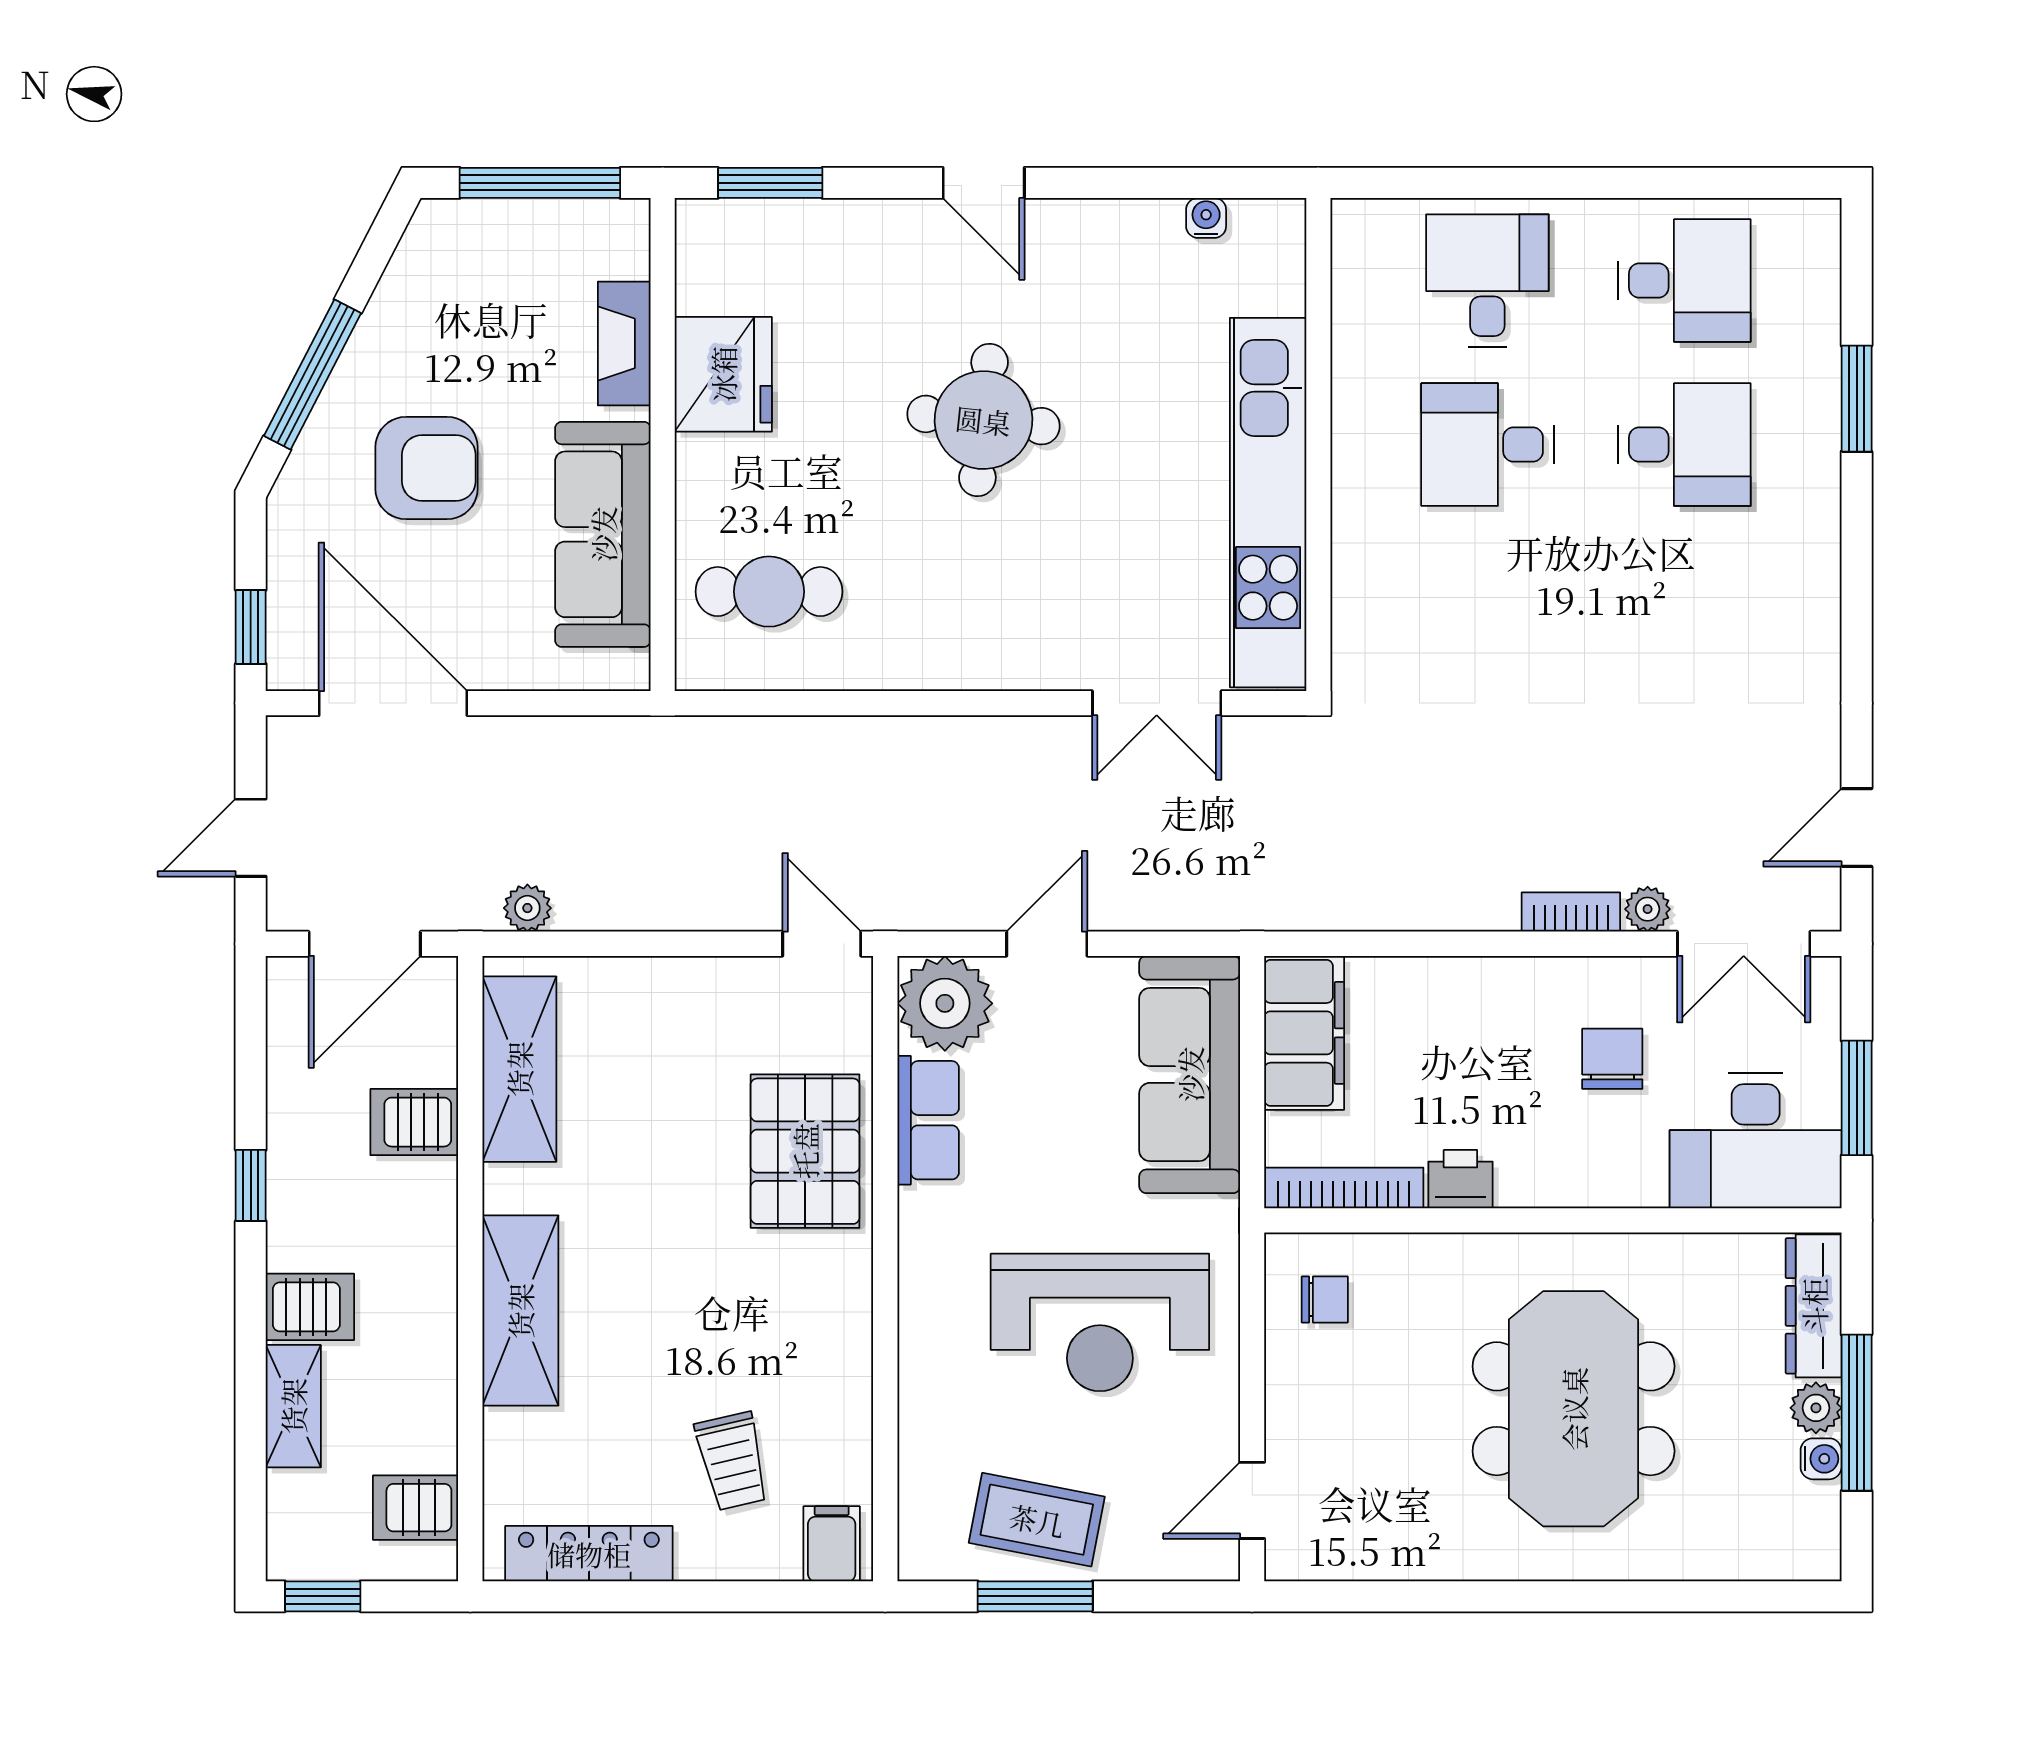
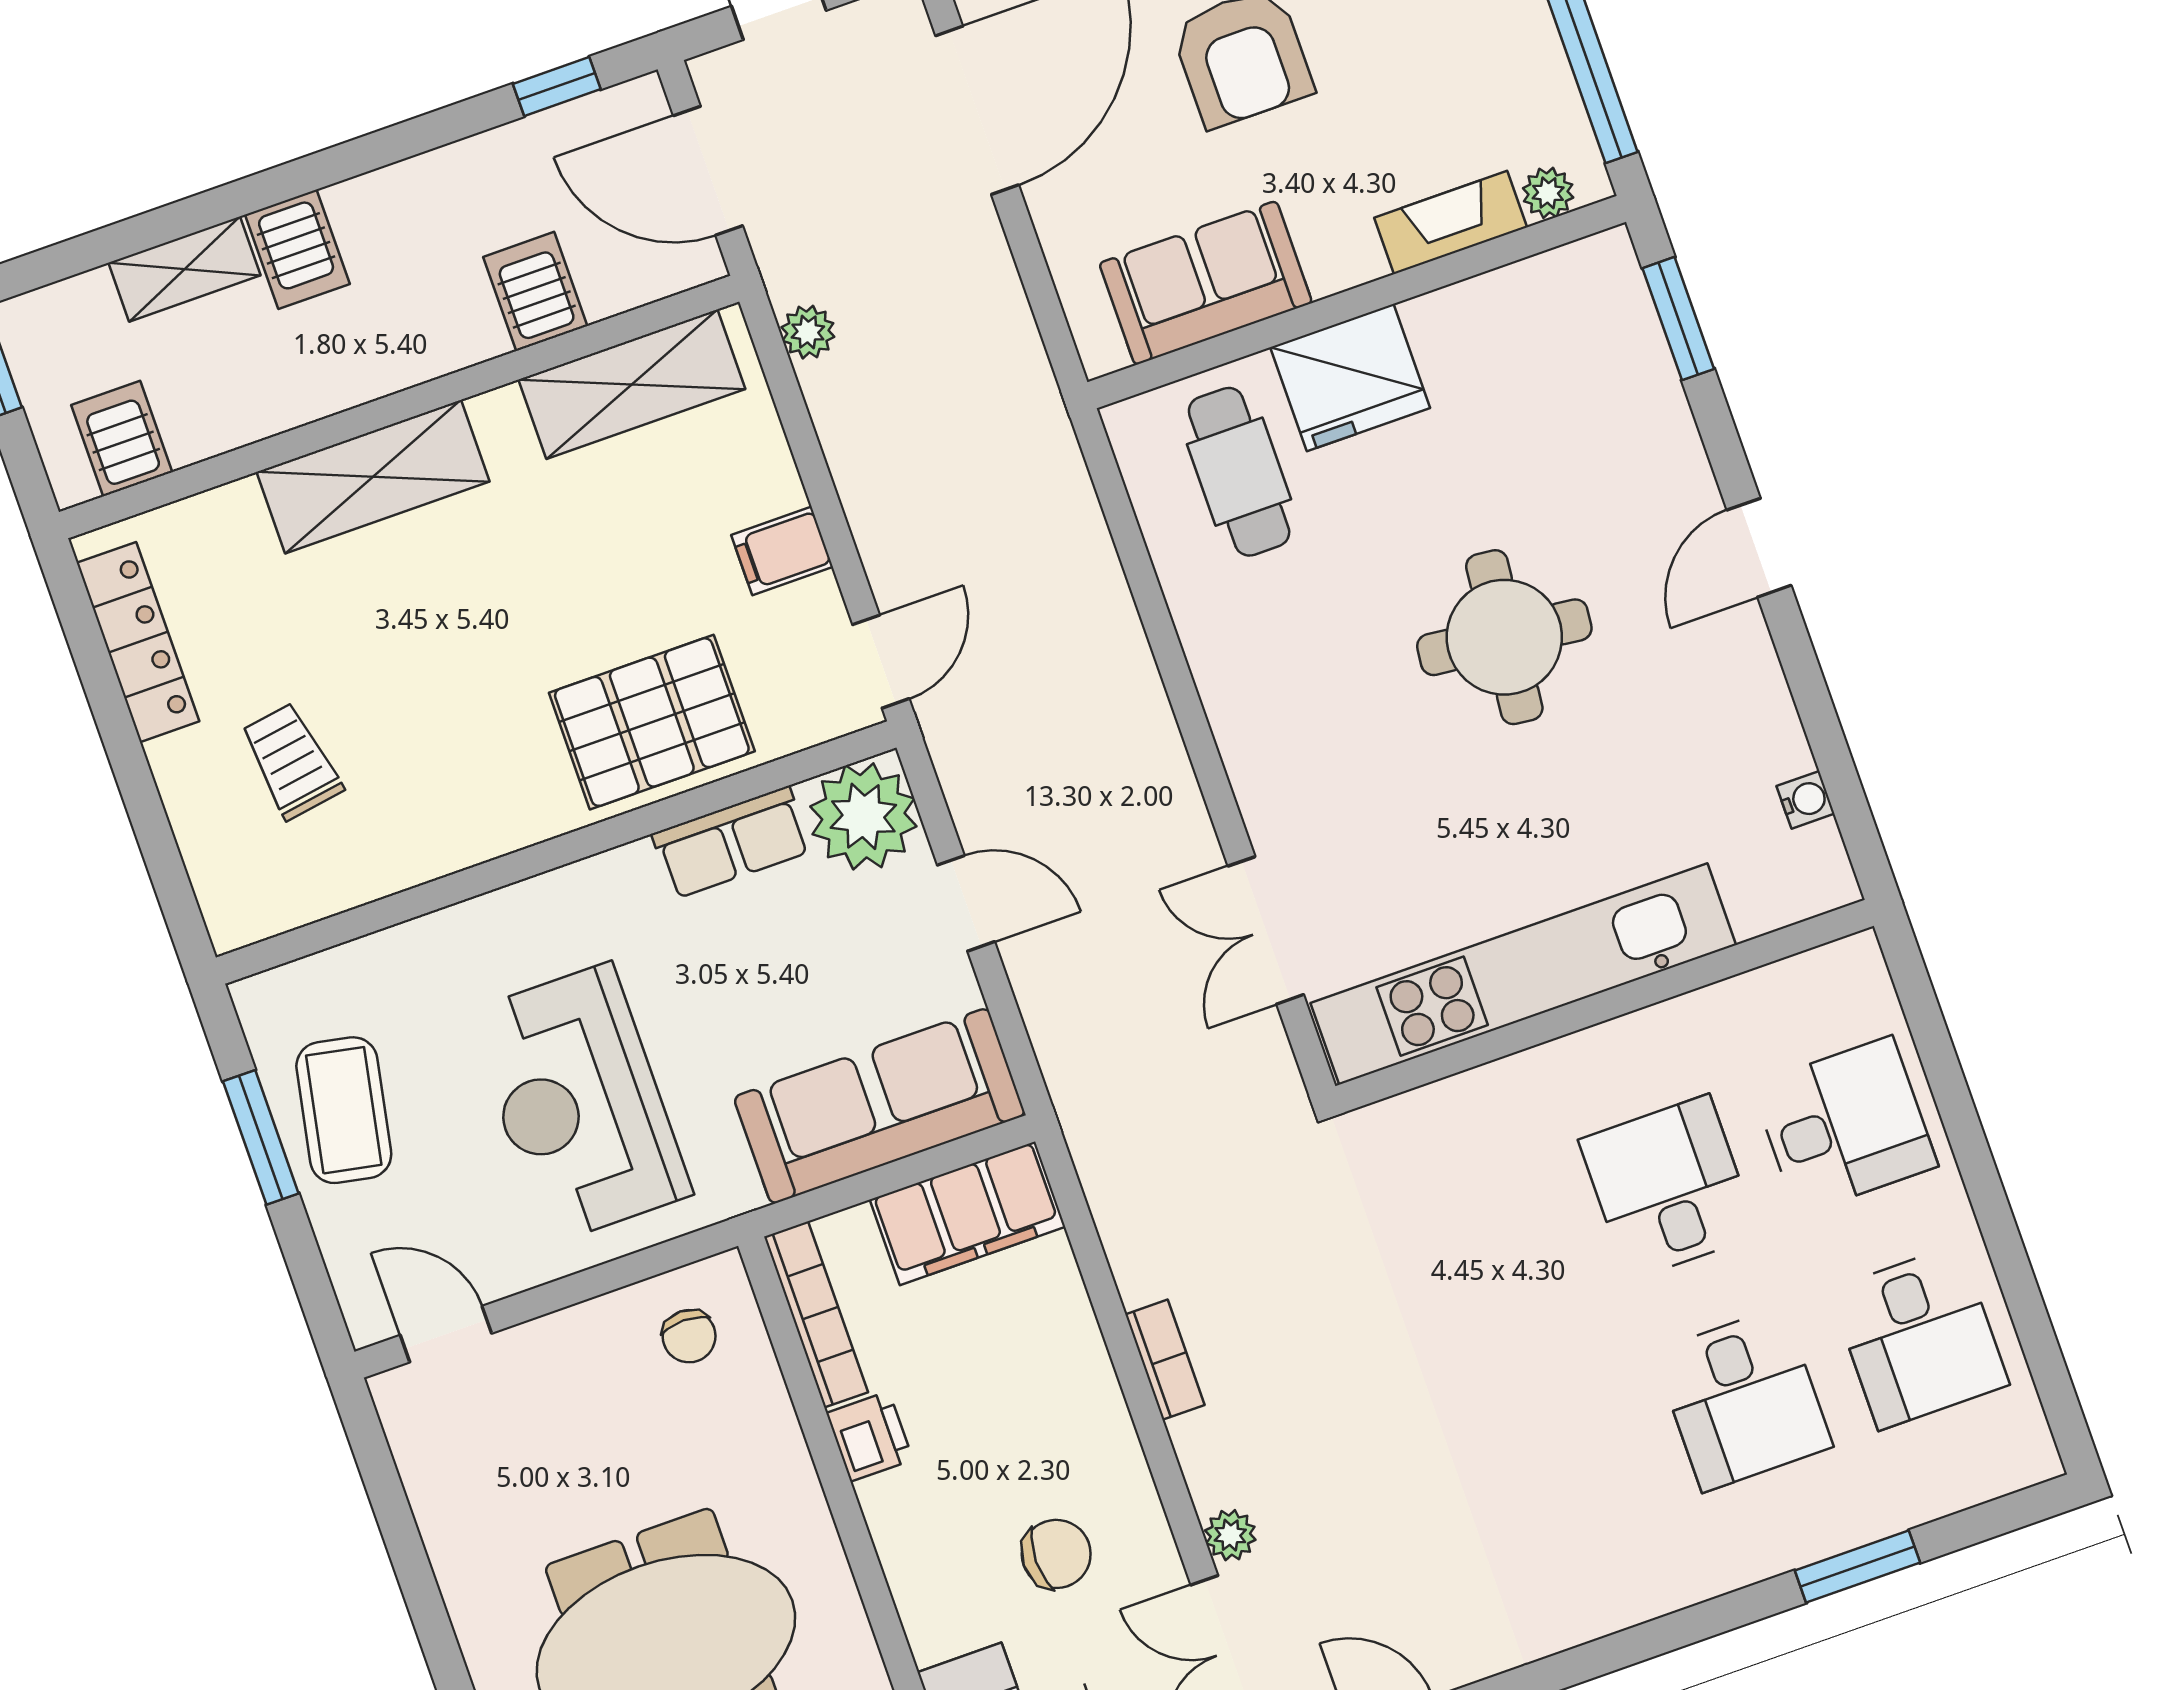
plant: (628, 254) -> (1548, 193), added
fridge: (723, 374) -> (1350, 378), moved
sofa: (603, 534) -> (1206, 283), width x0.73
bookcase: (1571, 912) -> (1165, 1360), moved
window: (251, 1185) -> (557, 86), moved
trolley: (732, 1461) -> (291, 761), turned 94
filing cabinet: (832, 1544) -> (782, 551), moved, turned 180

